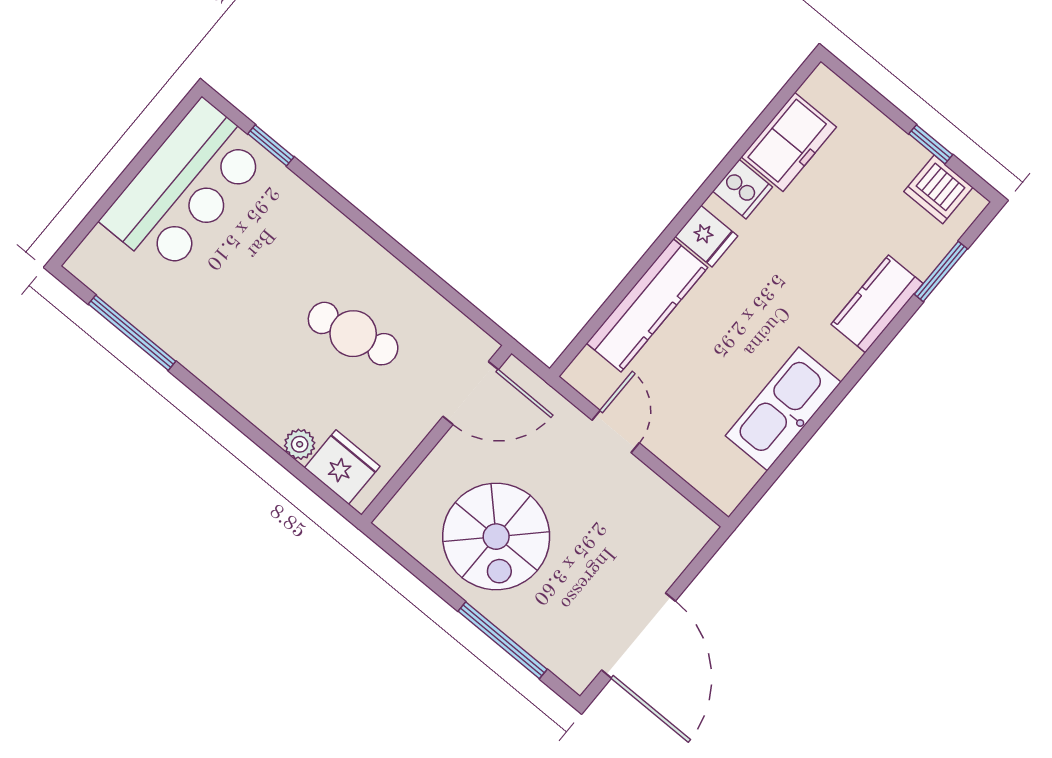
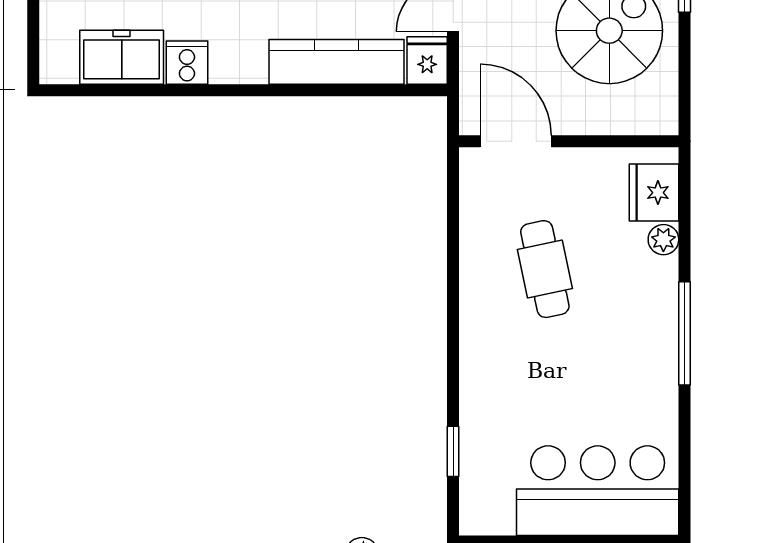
bar counter: (185, 187) -> (598, 491), moved
fridge: (706, 236) -> (427, 61), moved
window: (132, 333) -> (685, 333), moved

